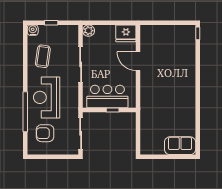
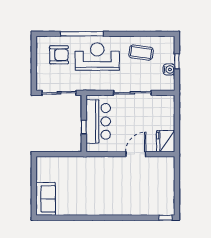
water cooler: (33, 30) -> (169, 69), moved
plant: (89, 31) -> (168, 101), removed
armchair: (45, 133) -> (59, 55), turned 90

